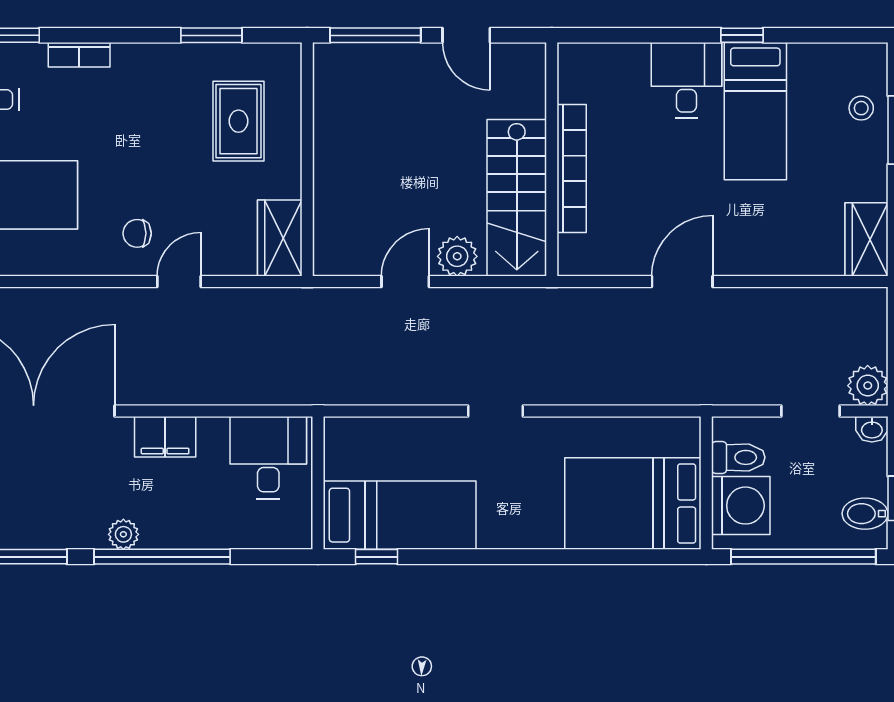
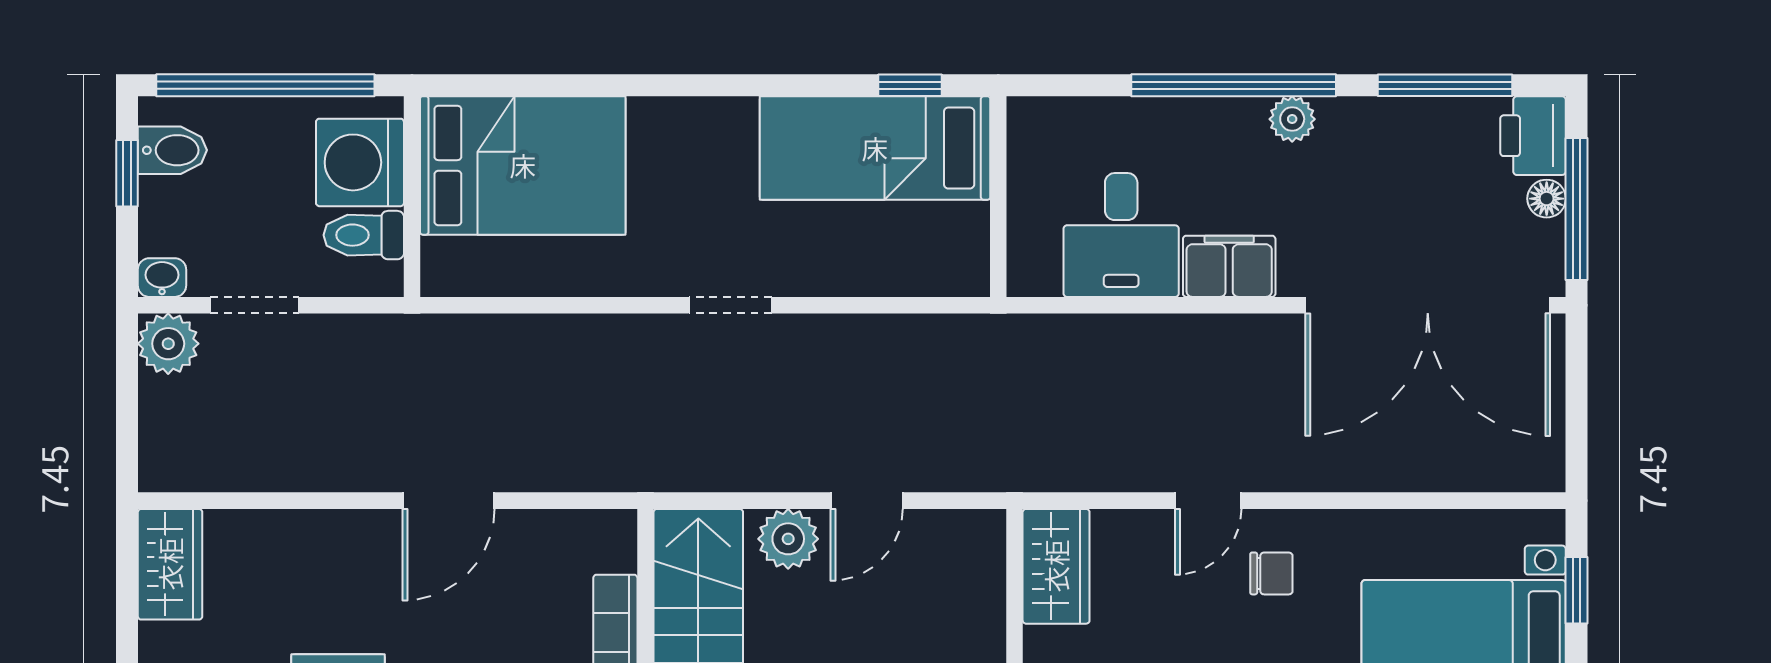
desk: (268, 457) -> (1121, 235), moved

